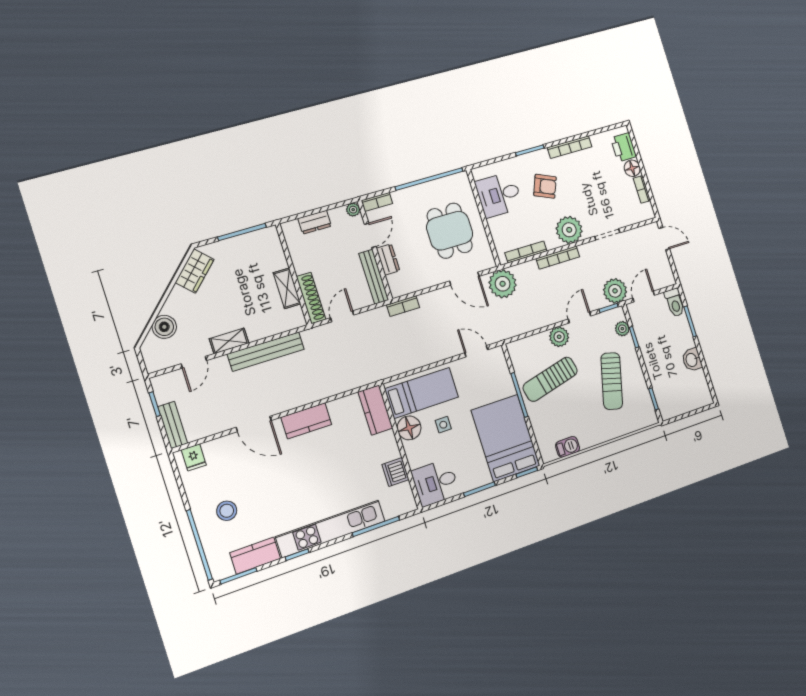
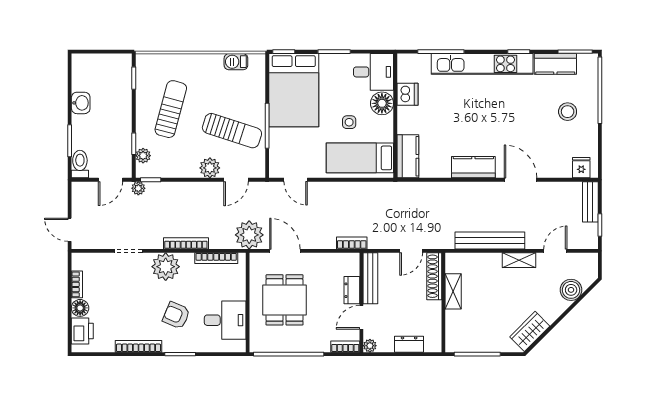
plant: (615, 291) -> (138, 188), width x0.53, depth x0.53
door: (580, 317) -> (236, 180), moved
sun lounger: (550, 379) -> (232, 131), turned 32
floor lamp: (409, 428) -> (382, 103), moved

